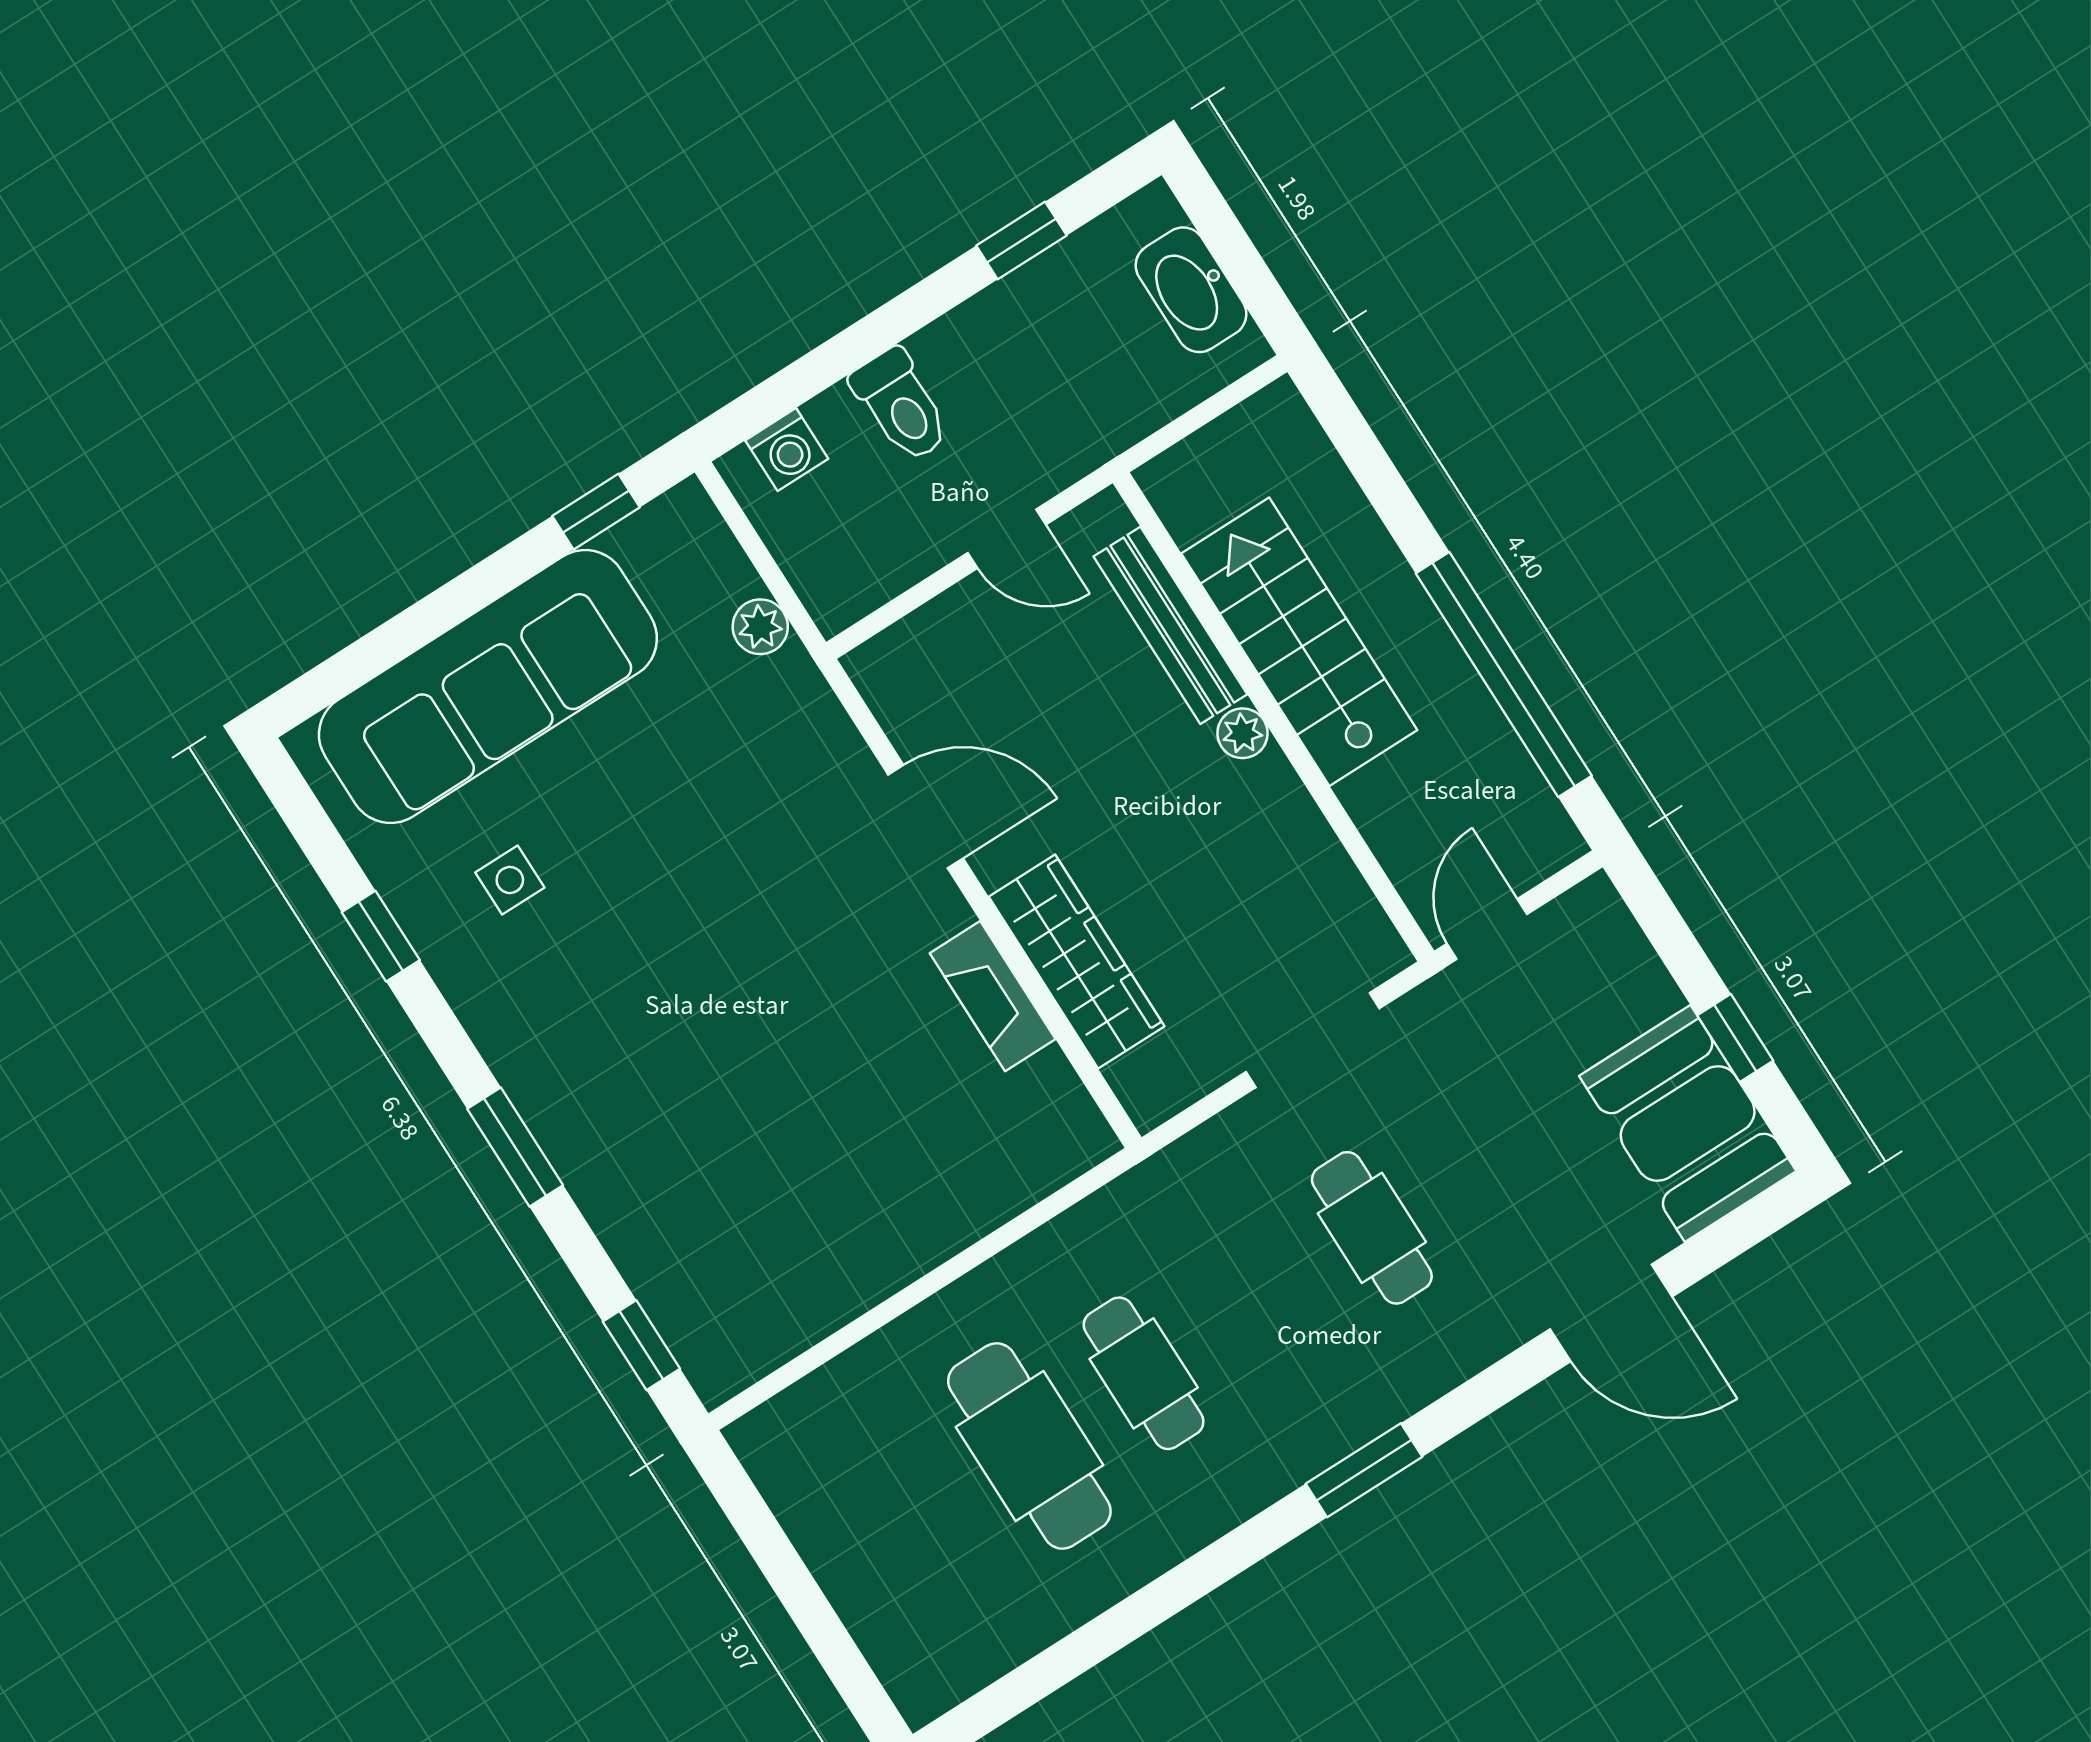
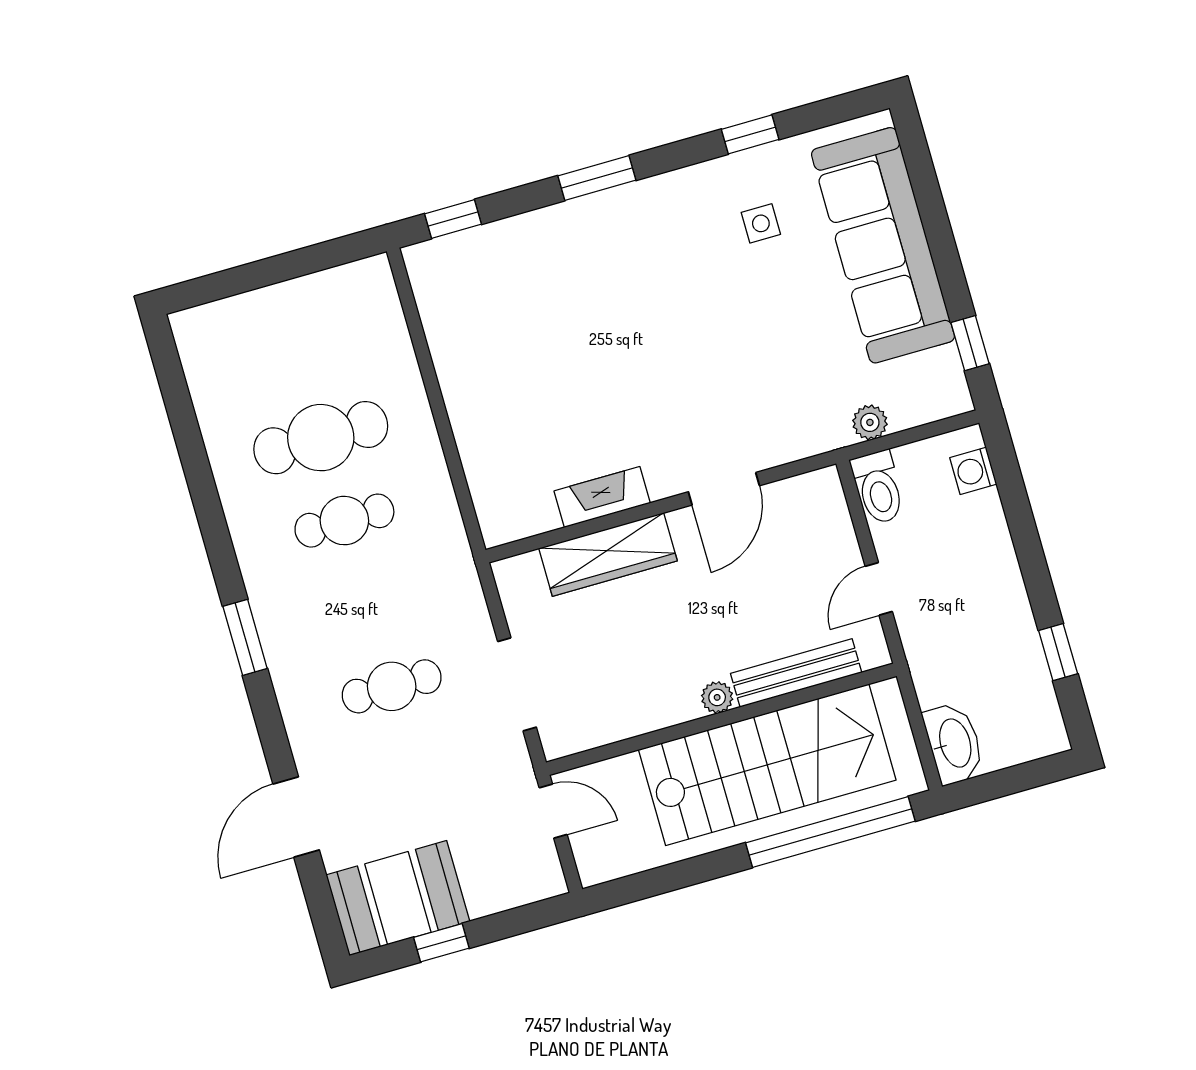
washbasin: (1191, 290) -> (954, 743), moved, turned 90
toilet: (901, 405) -> (878, 487), moved, turned -90
stairs: (1299, 642) -> (767, 765), width x1.36, depth x1.51
window: (1504, 675) -> (830, 832), moved

